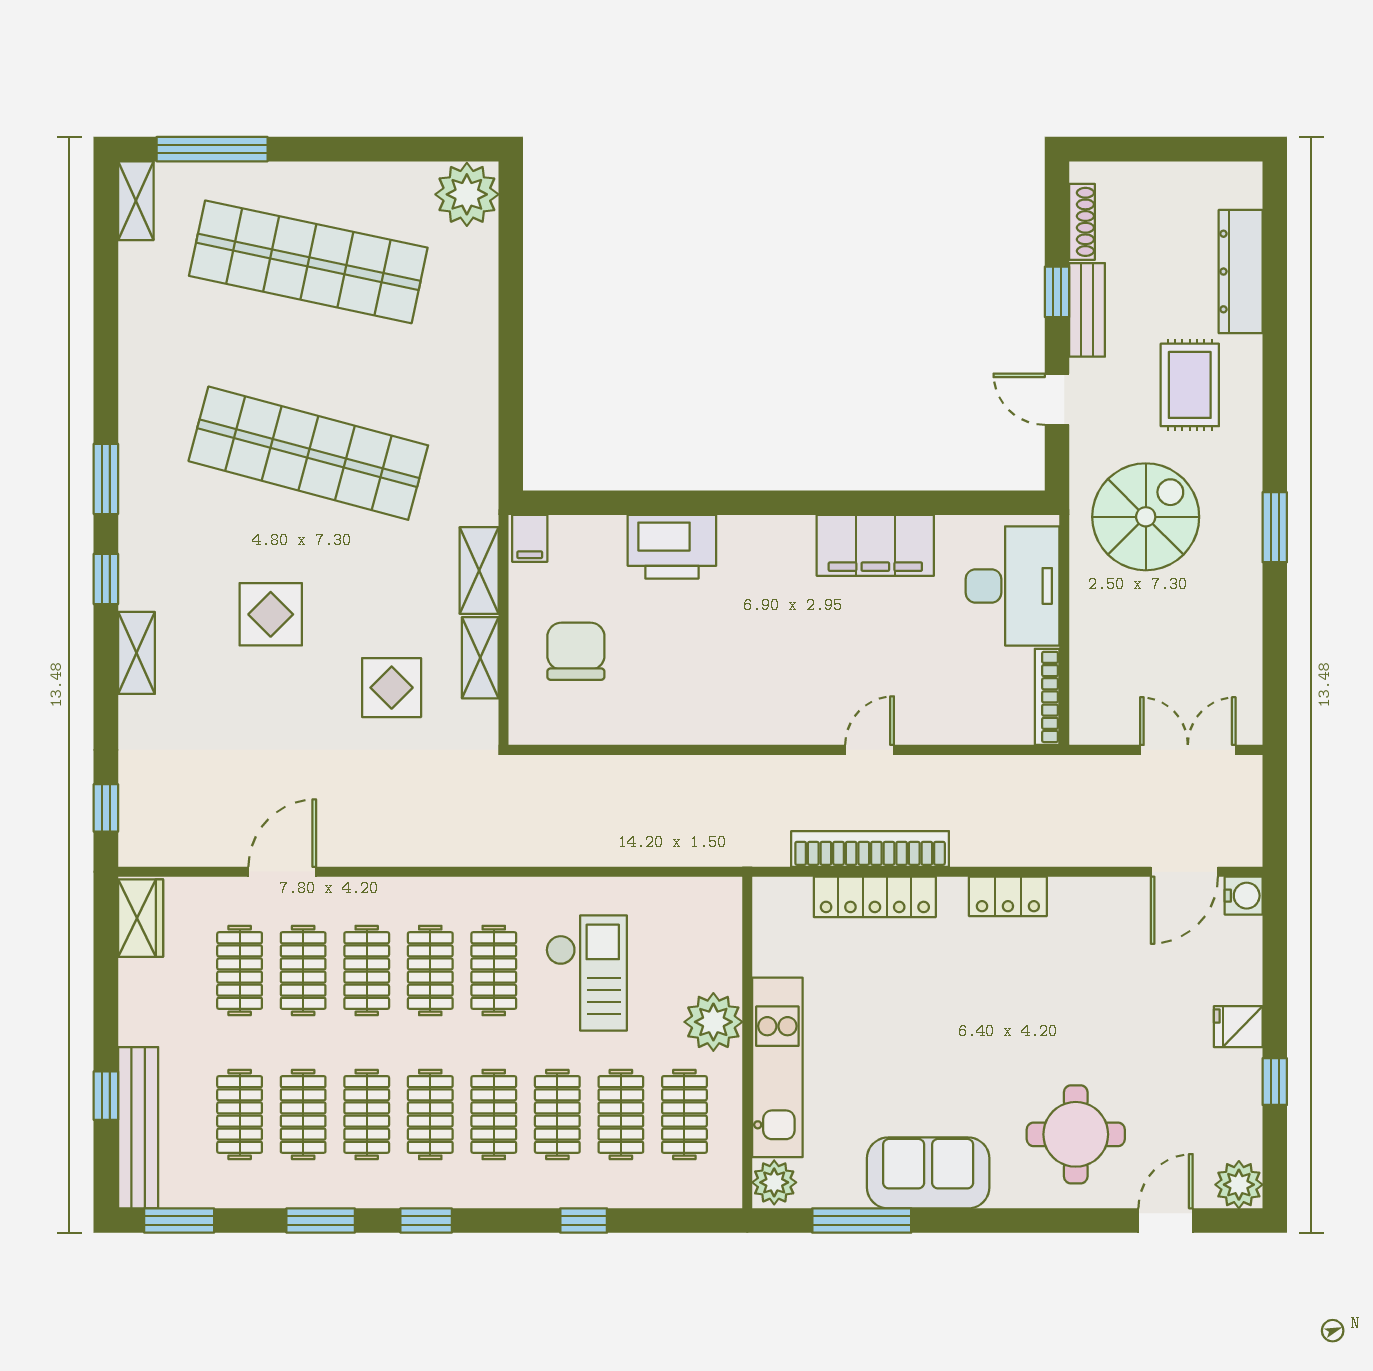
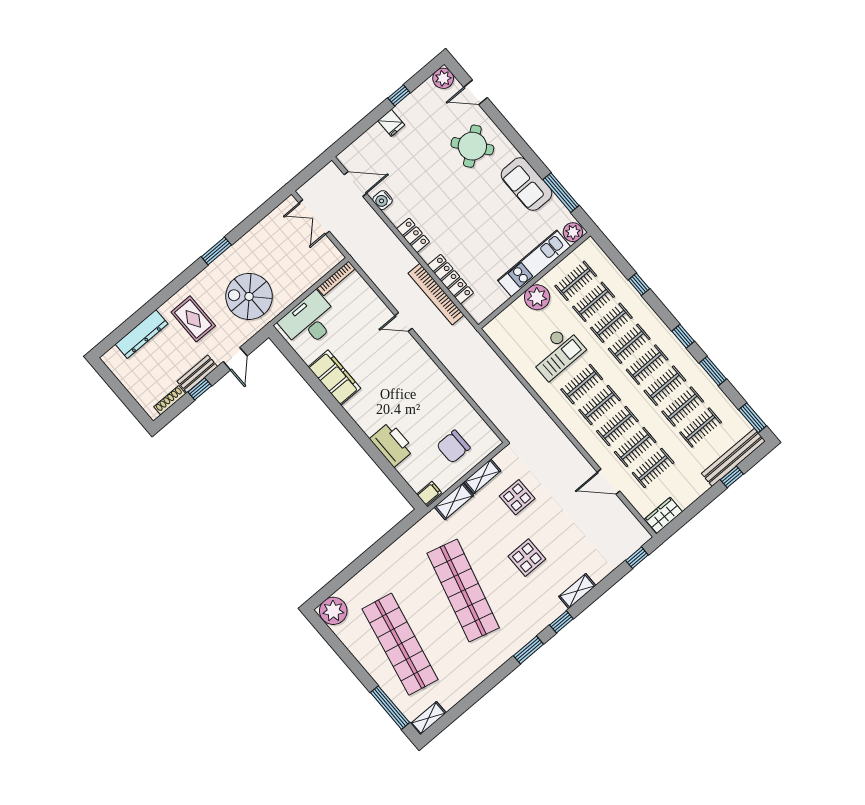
rug: (1190, 385) -> (193, 319), turned 90
water cooler: (1244, 896) -> (383, 200), moved, turned -90
checkout: (587, 973) -> (556, 353), turned 180
round table: (1076, 1134) -> (472, 146), turned -38

